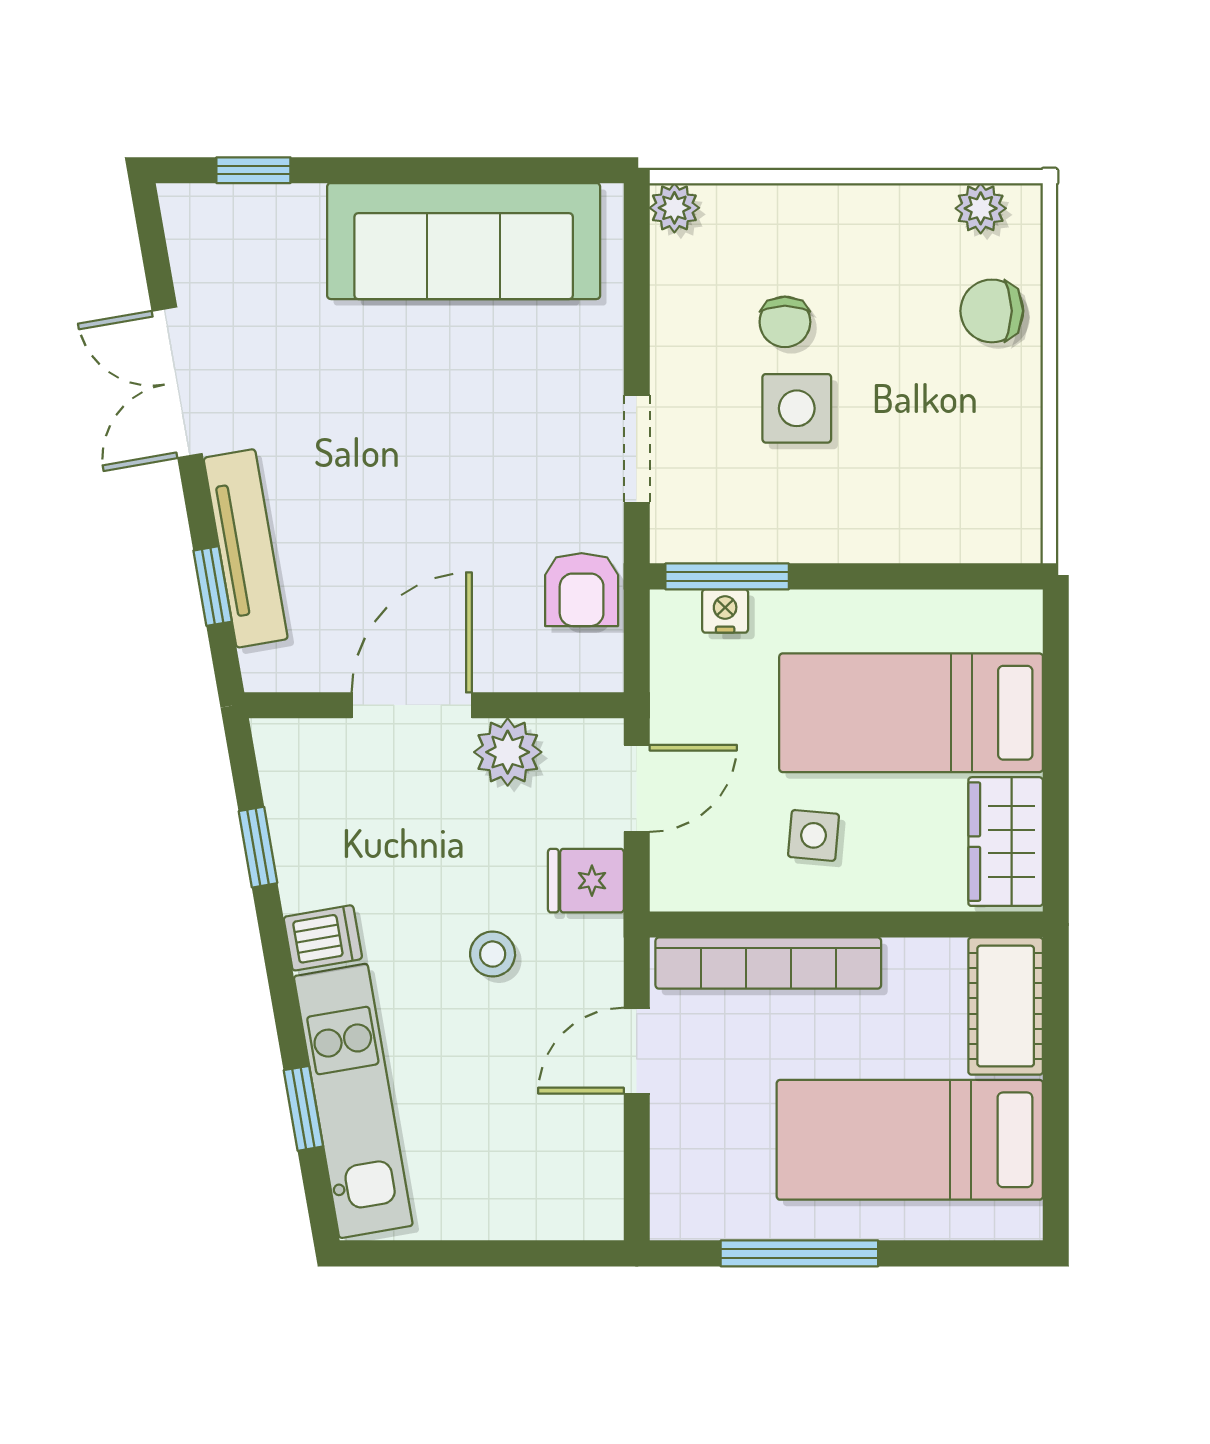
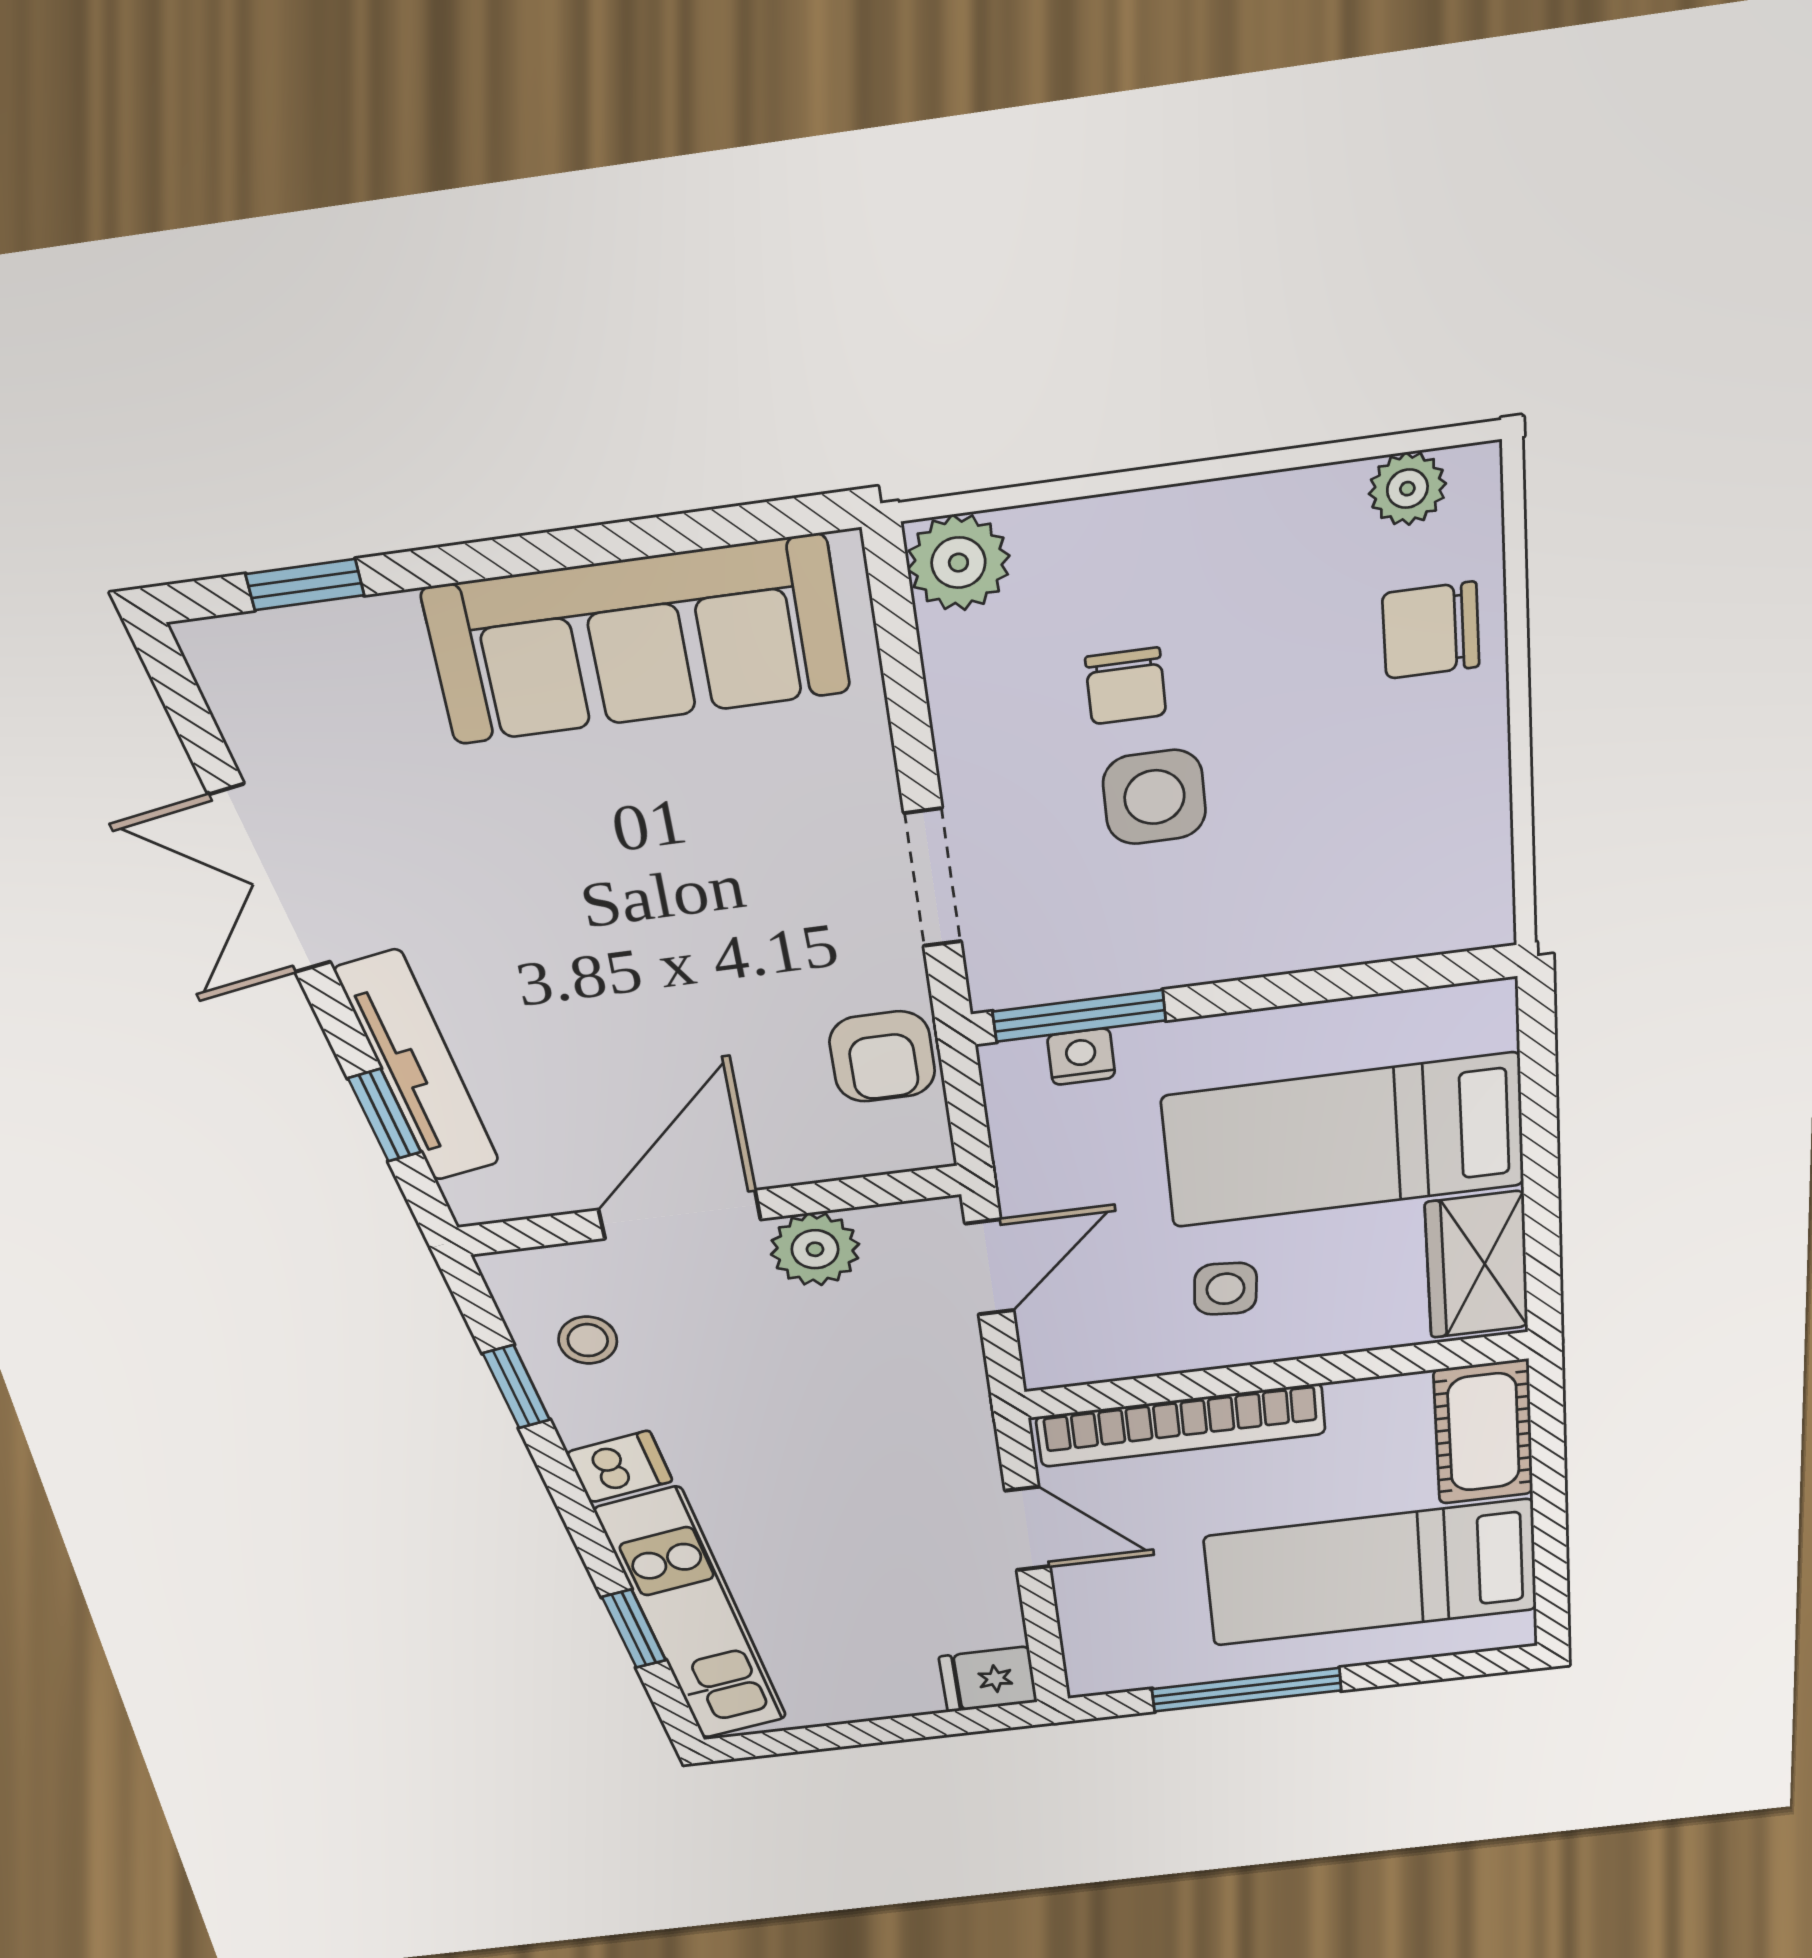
plant: (674, 208) -> (958, 563), width x1.38, depth x1.38
fridge: (586, 881) -> (988, 1679), moved
stool: (493, 954) -> (588, 1340), moved
door: (637, 1051) -> (1028, 1529), swing flipped

